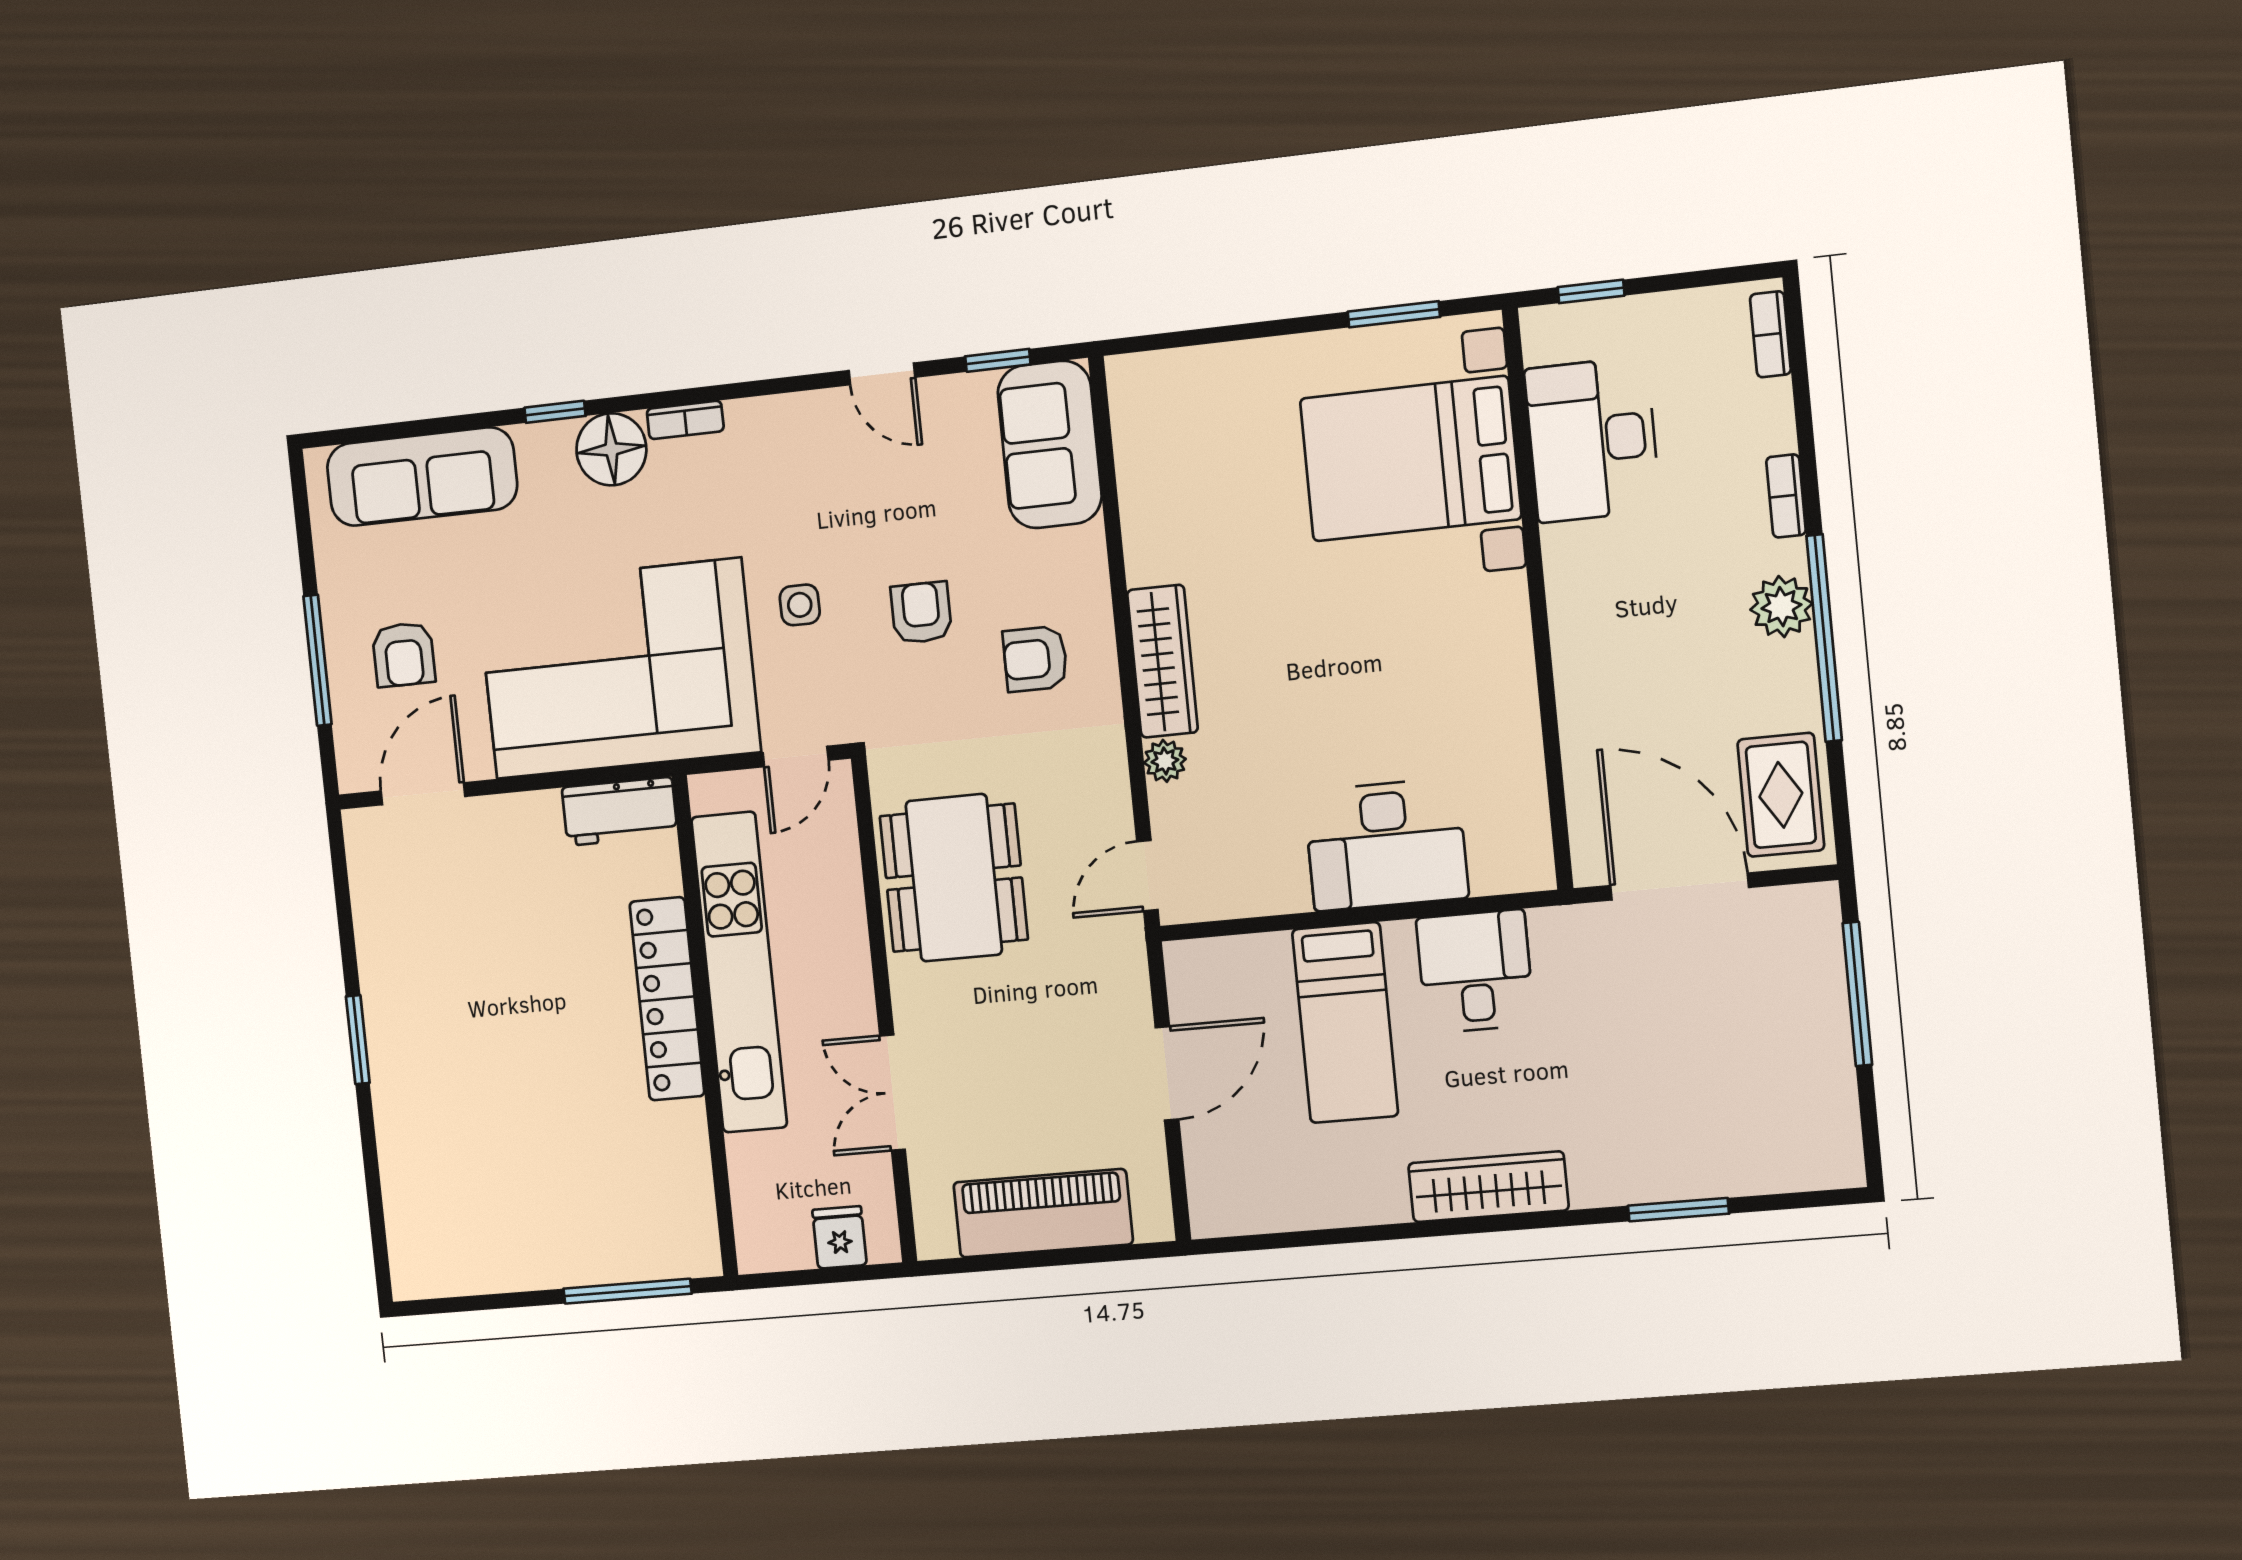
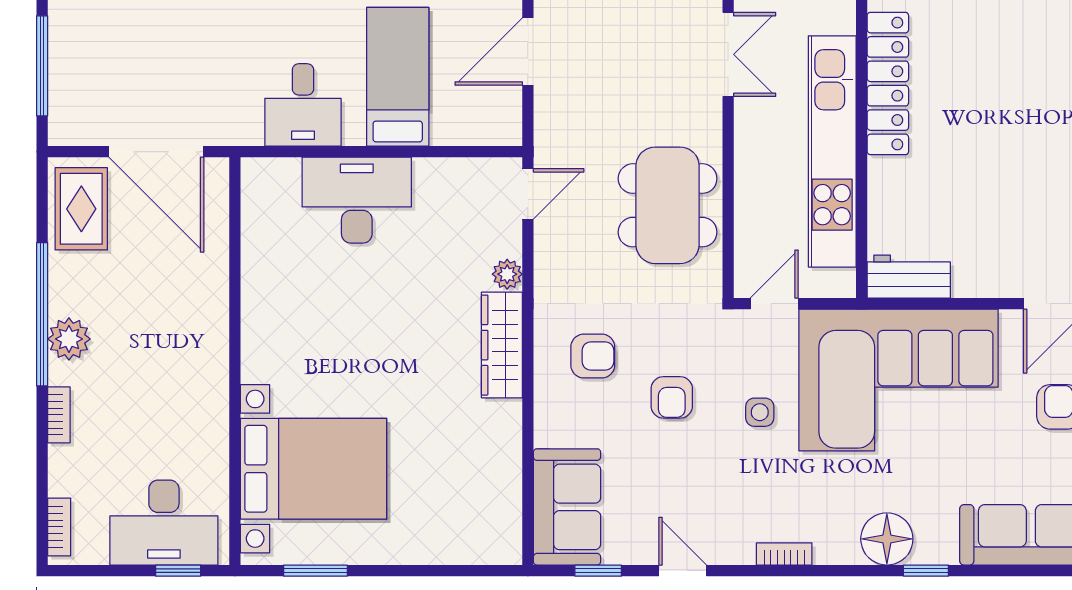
bookcase: (685, 420) -> (784, 554), moved
desk: (1592, 440) -> (164, 523), moved, turned 90
locker: (667, 999) -> (888, 84), moved

